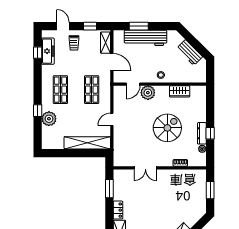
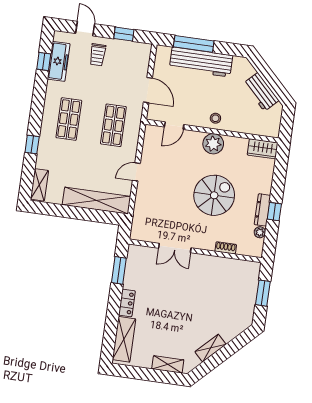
window: (139, 26) -> (194, 44), width x1.44
shelving: (105, 43) -> (39, 185), moved
wardrobe: (180, 91) -> (263, 149), moved
plant: (148, 93) -> (213, 144), moved
plant: (49, 119) -> (47, 158), removed

